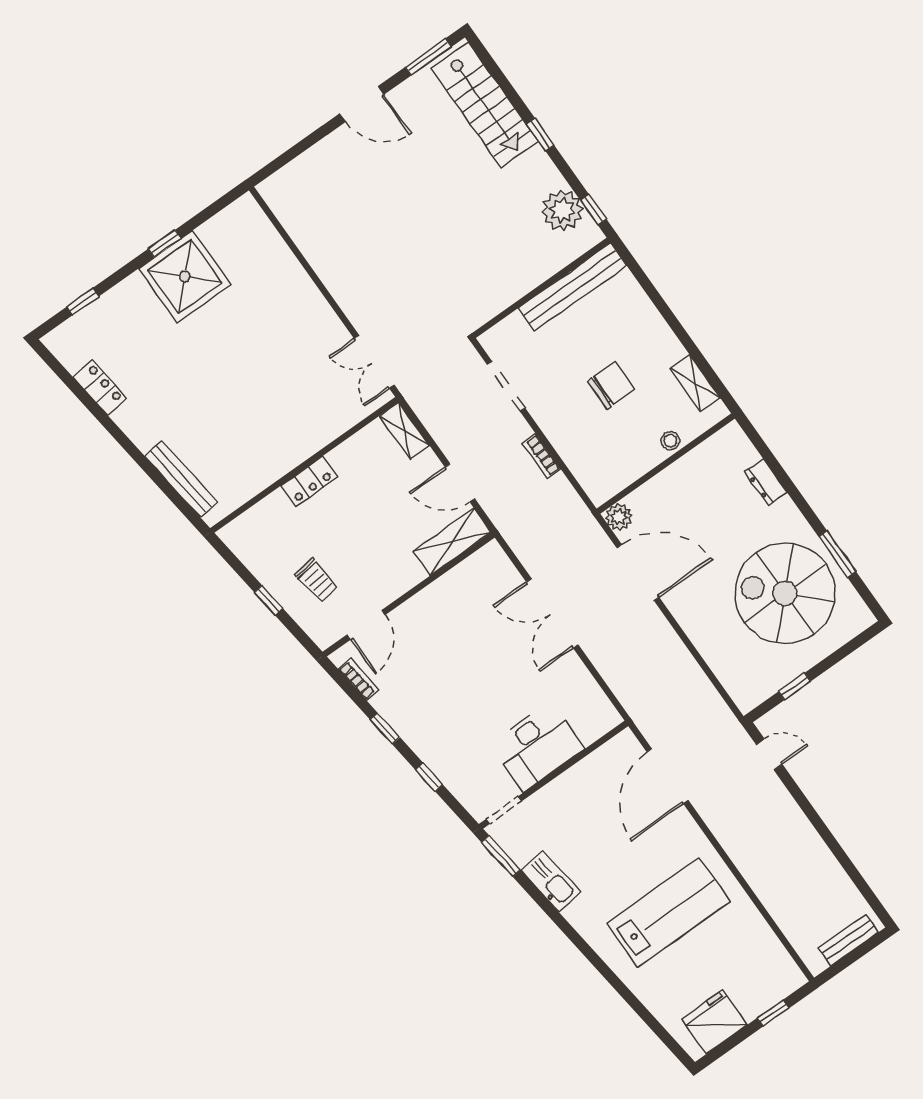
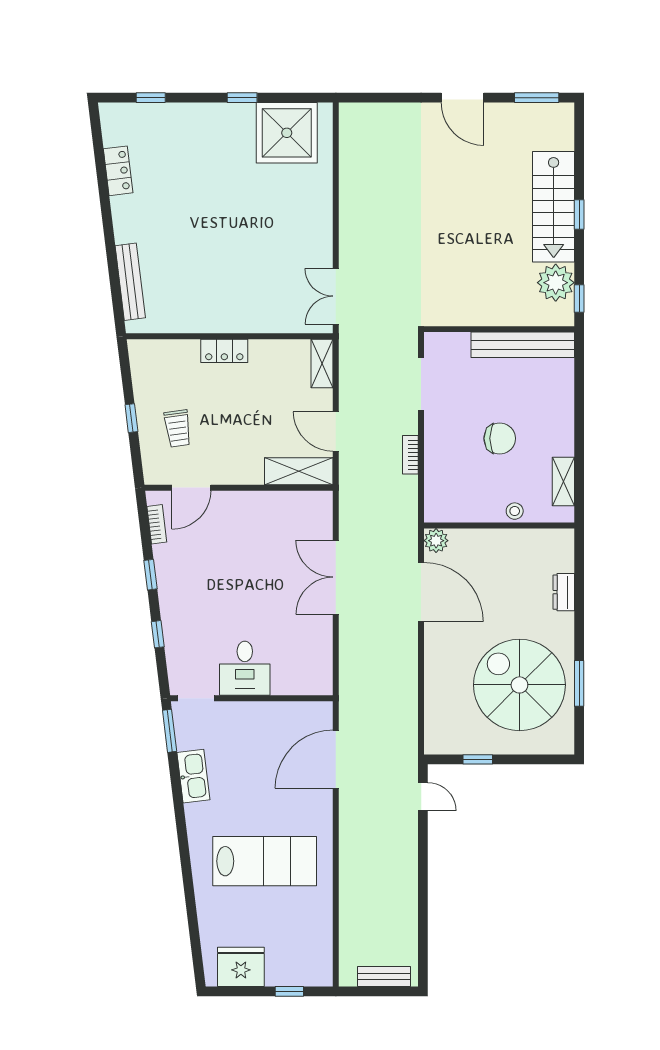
stairs: (485, 105) -> (554, 207), moved
shower: (185, 277) -> (287, 133), moved
desk: (537, 746) -> (245, 668), width x0.73

